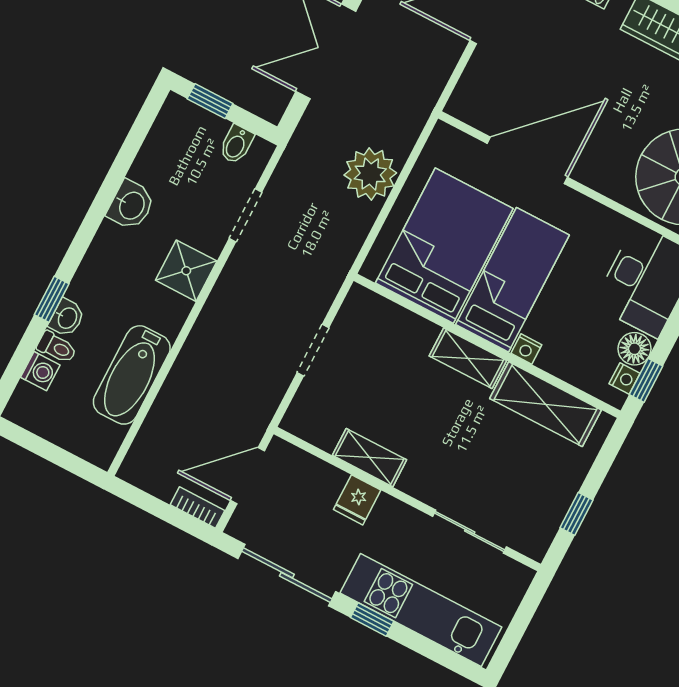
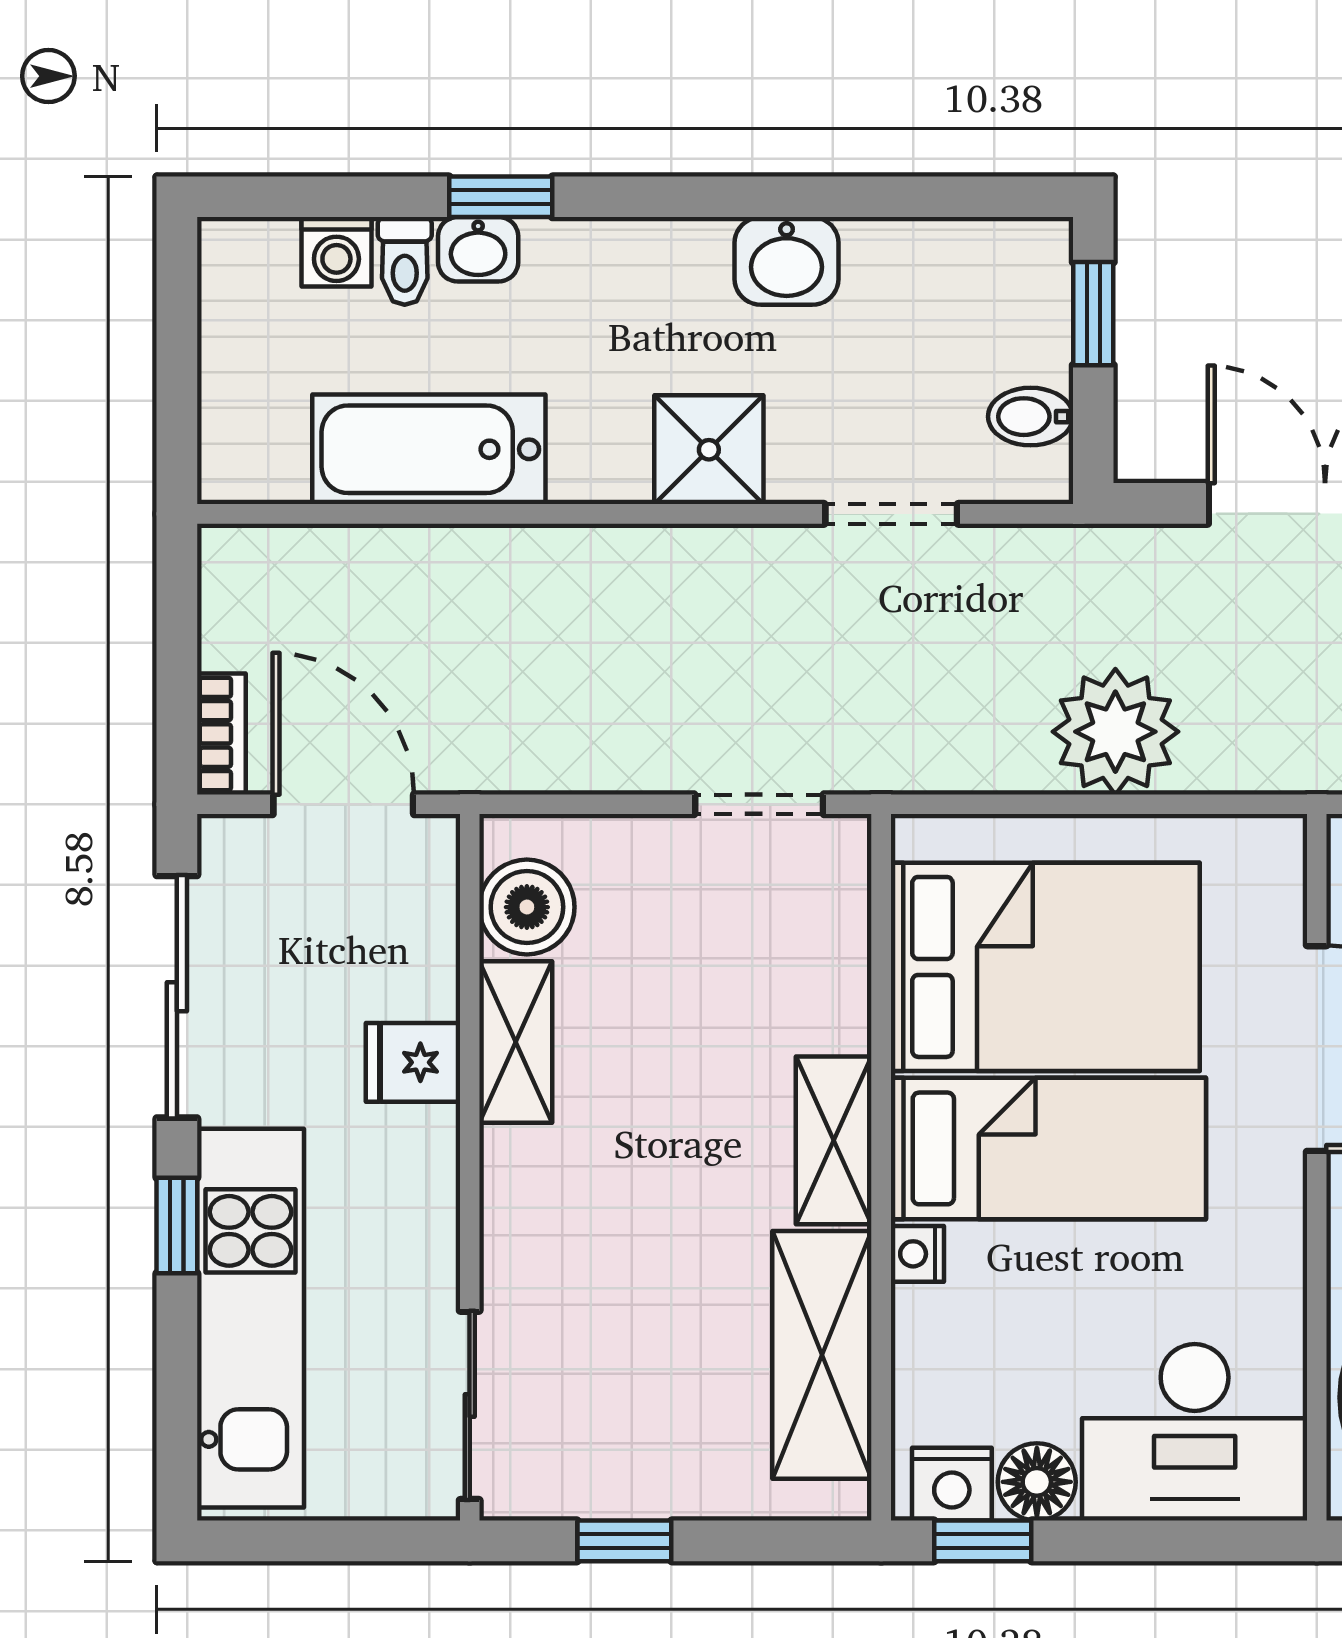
doorway: (313, 350) -> (759, 804), moved
nightstand: (625, 379) -> (952, 1484), width x1.39, depth x1.35
boiler: (321, 427) -> (527, 907), added
sliding door: (470, 532) -> (470, 1405), moved

